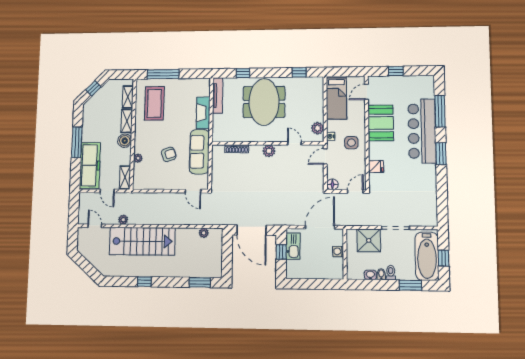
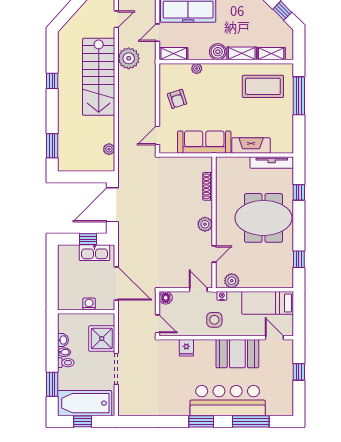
armchair: (169, 154) -> (177, 99), moved
plant: (123, 220) -> (129, 58), width x1.87, depth x1.87

